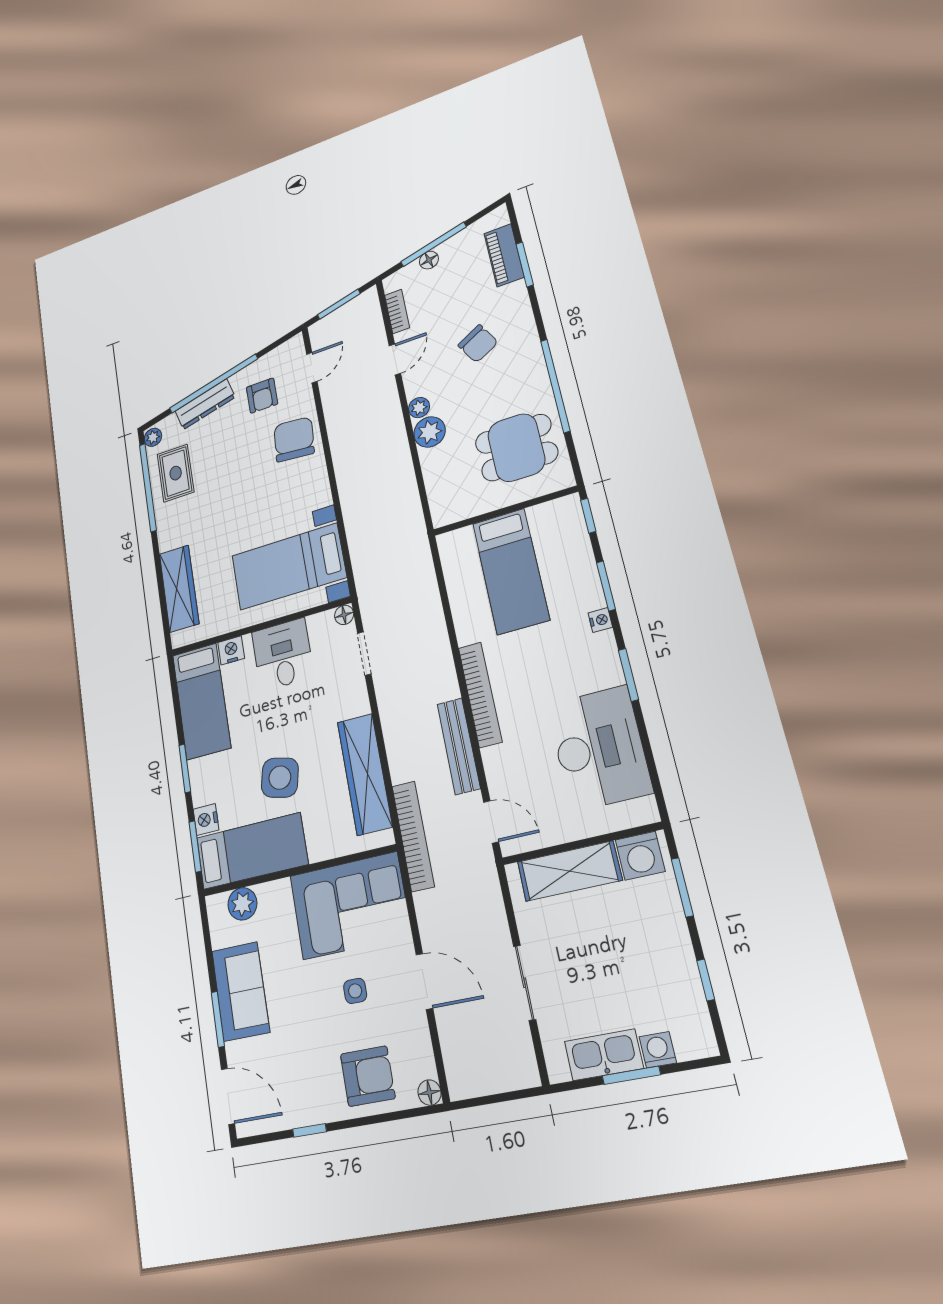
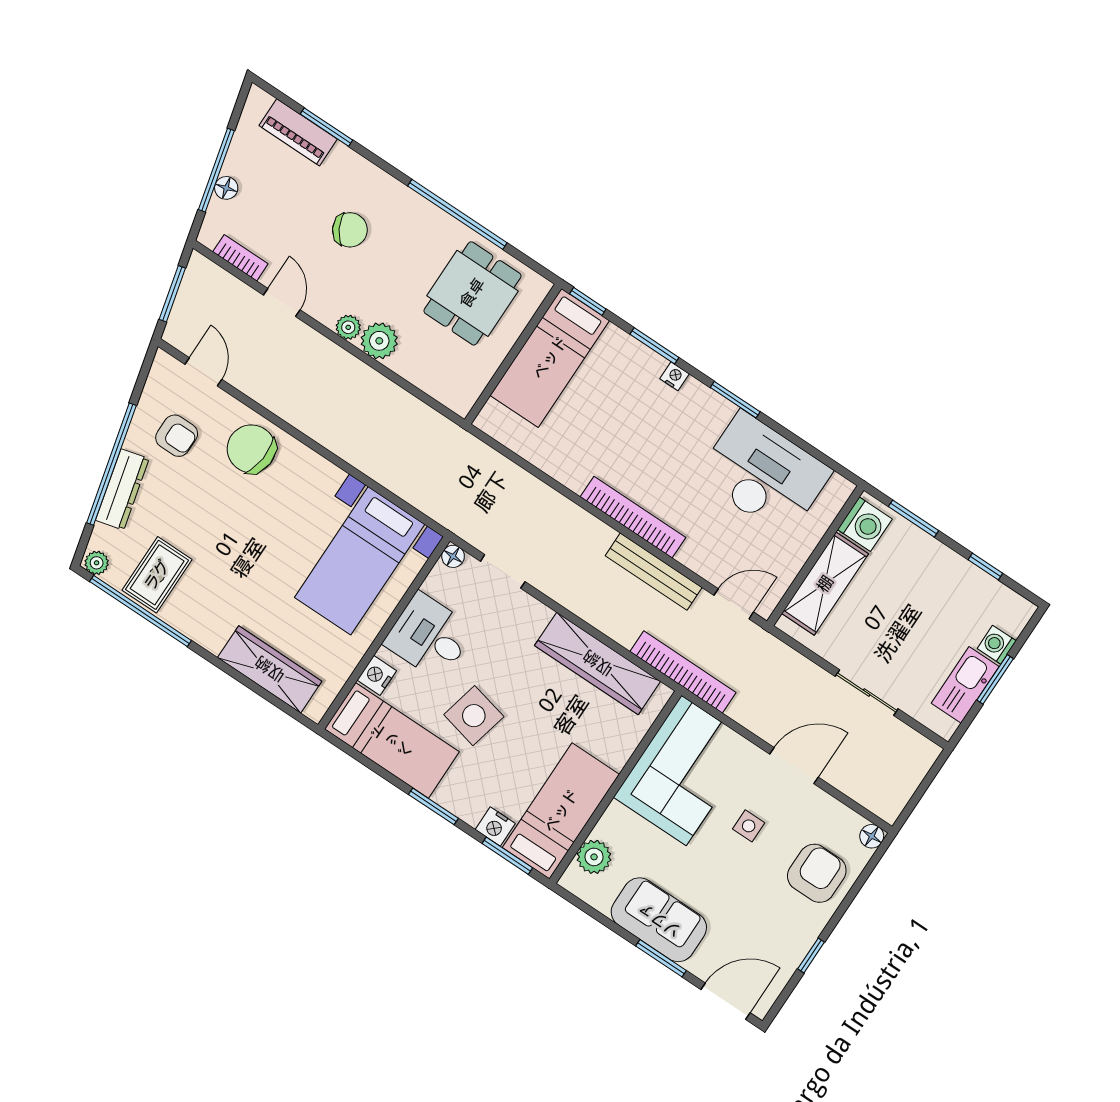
rug: (176, 473) -> (157, 575), turned 90
bed: (511, 571) -> (550, 358), moved, turned 90
side table: (280, 778) -> (474, 716), moved

